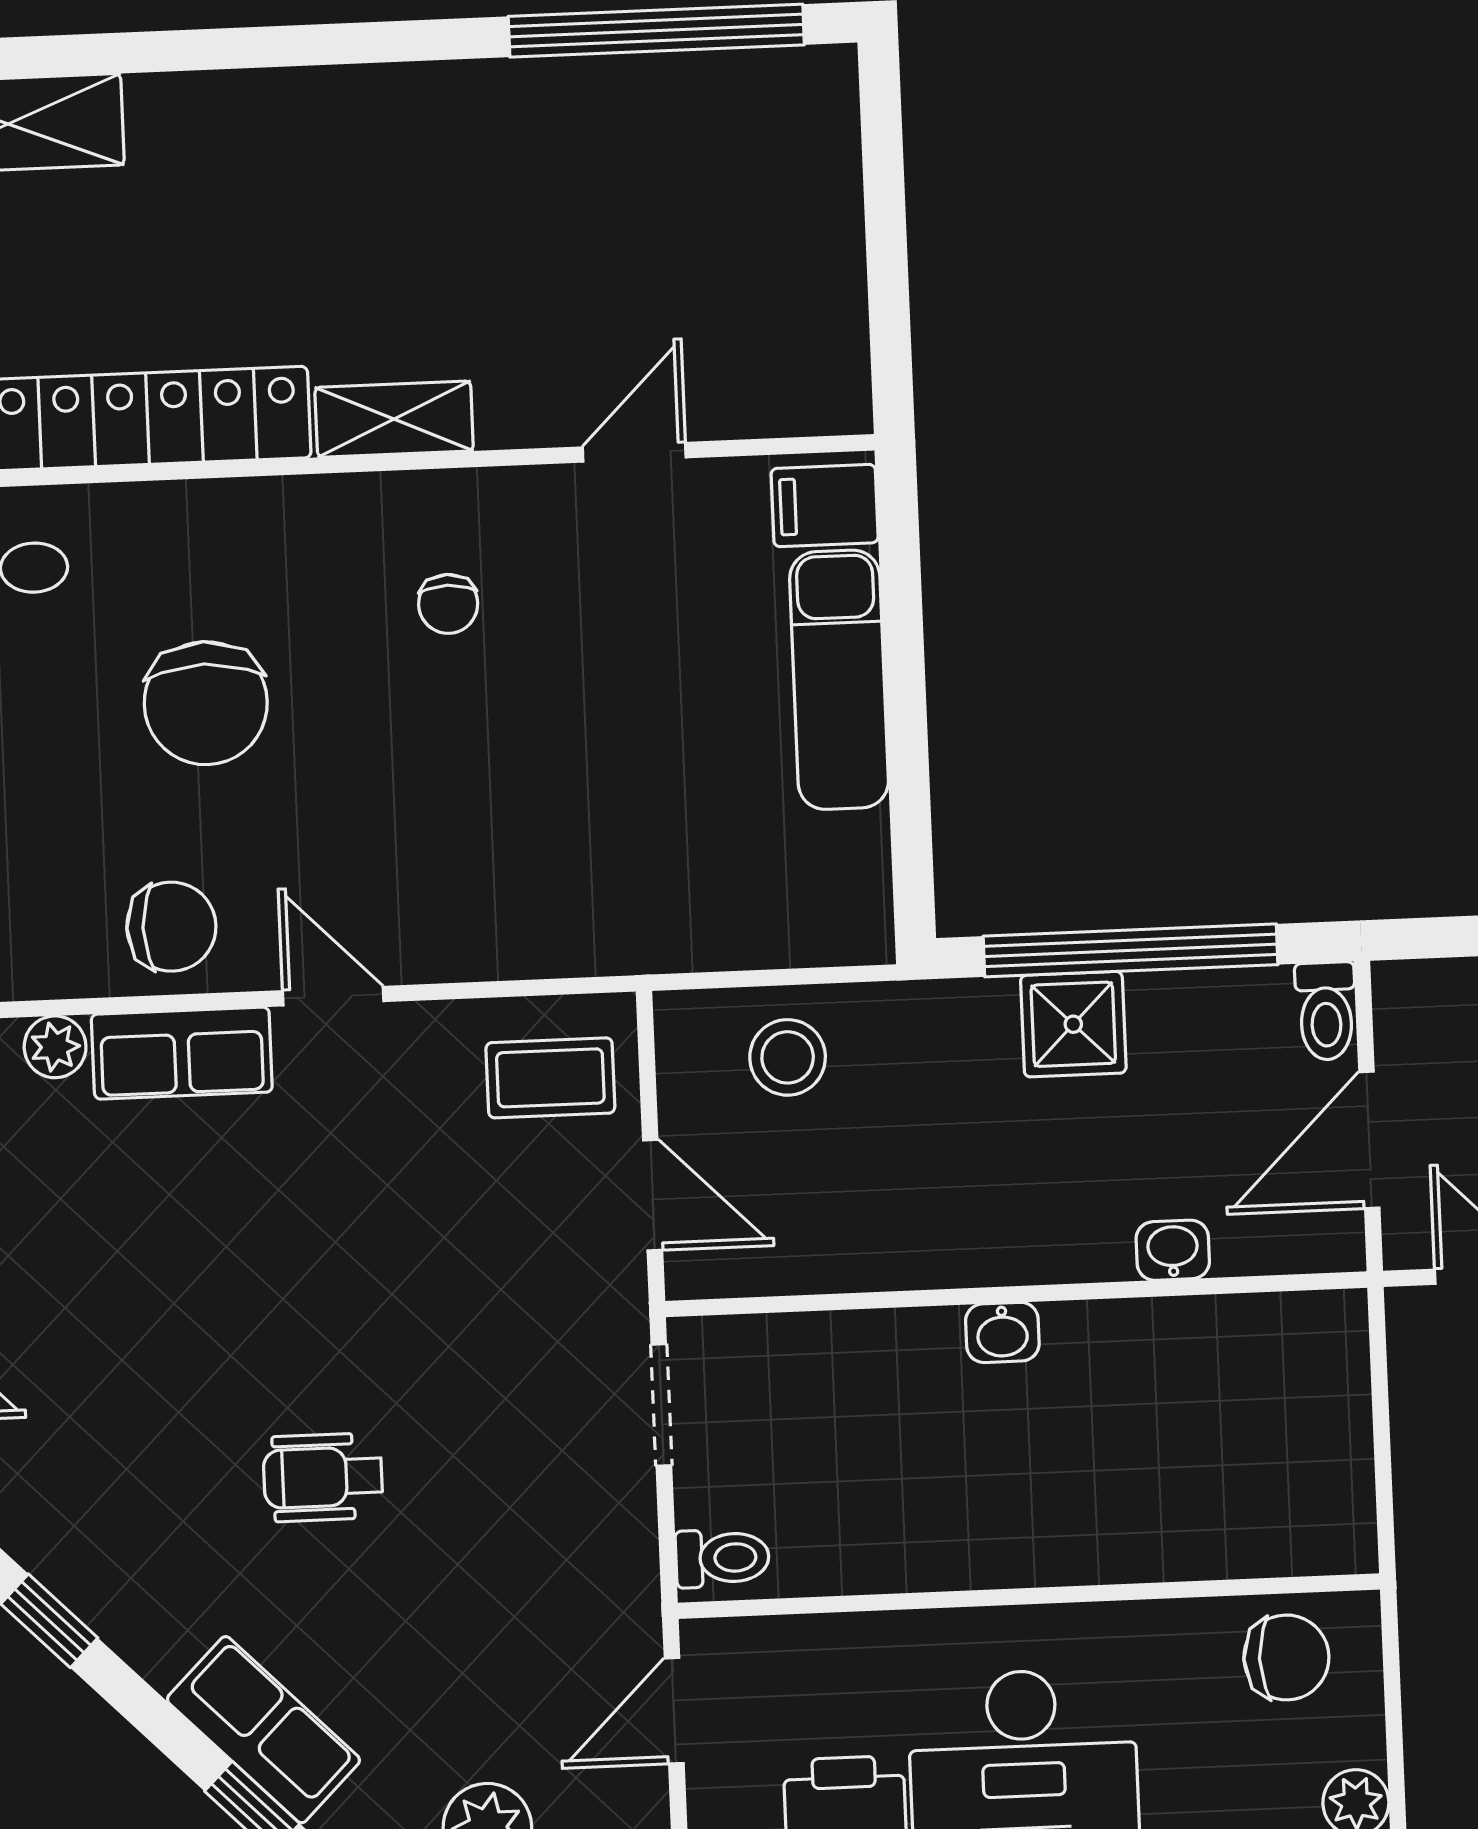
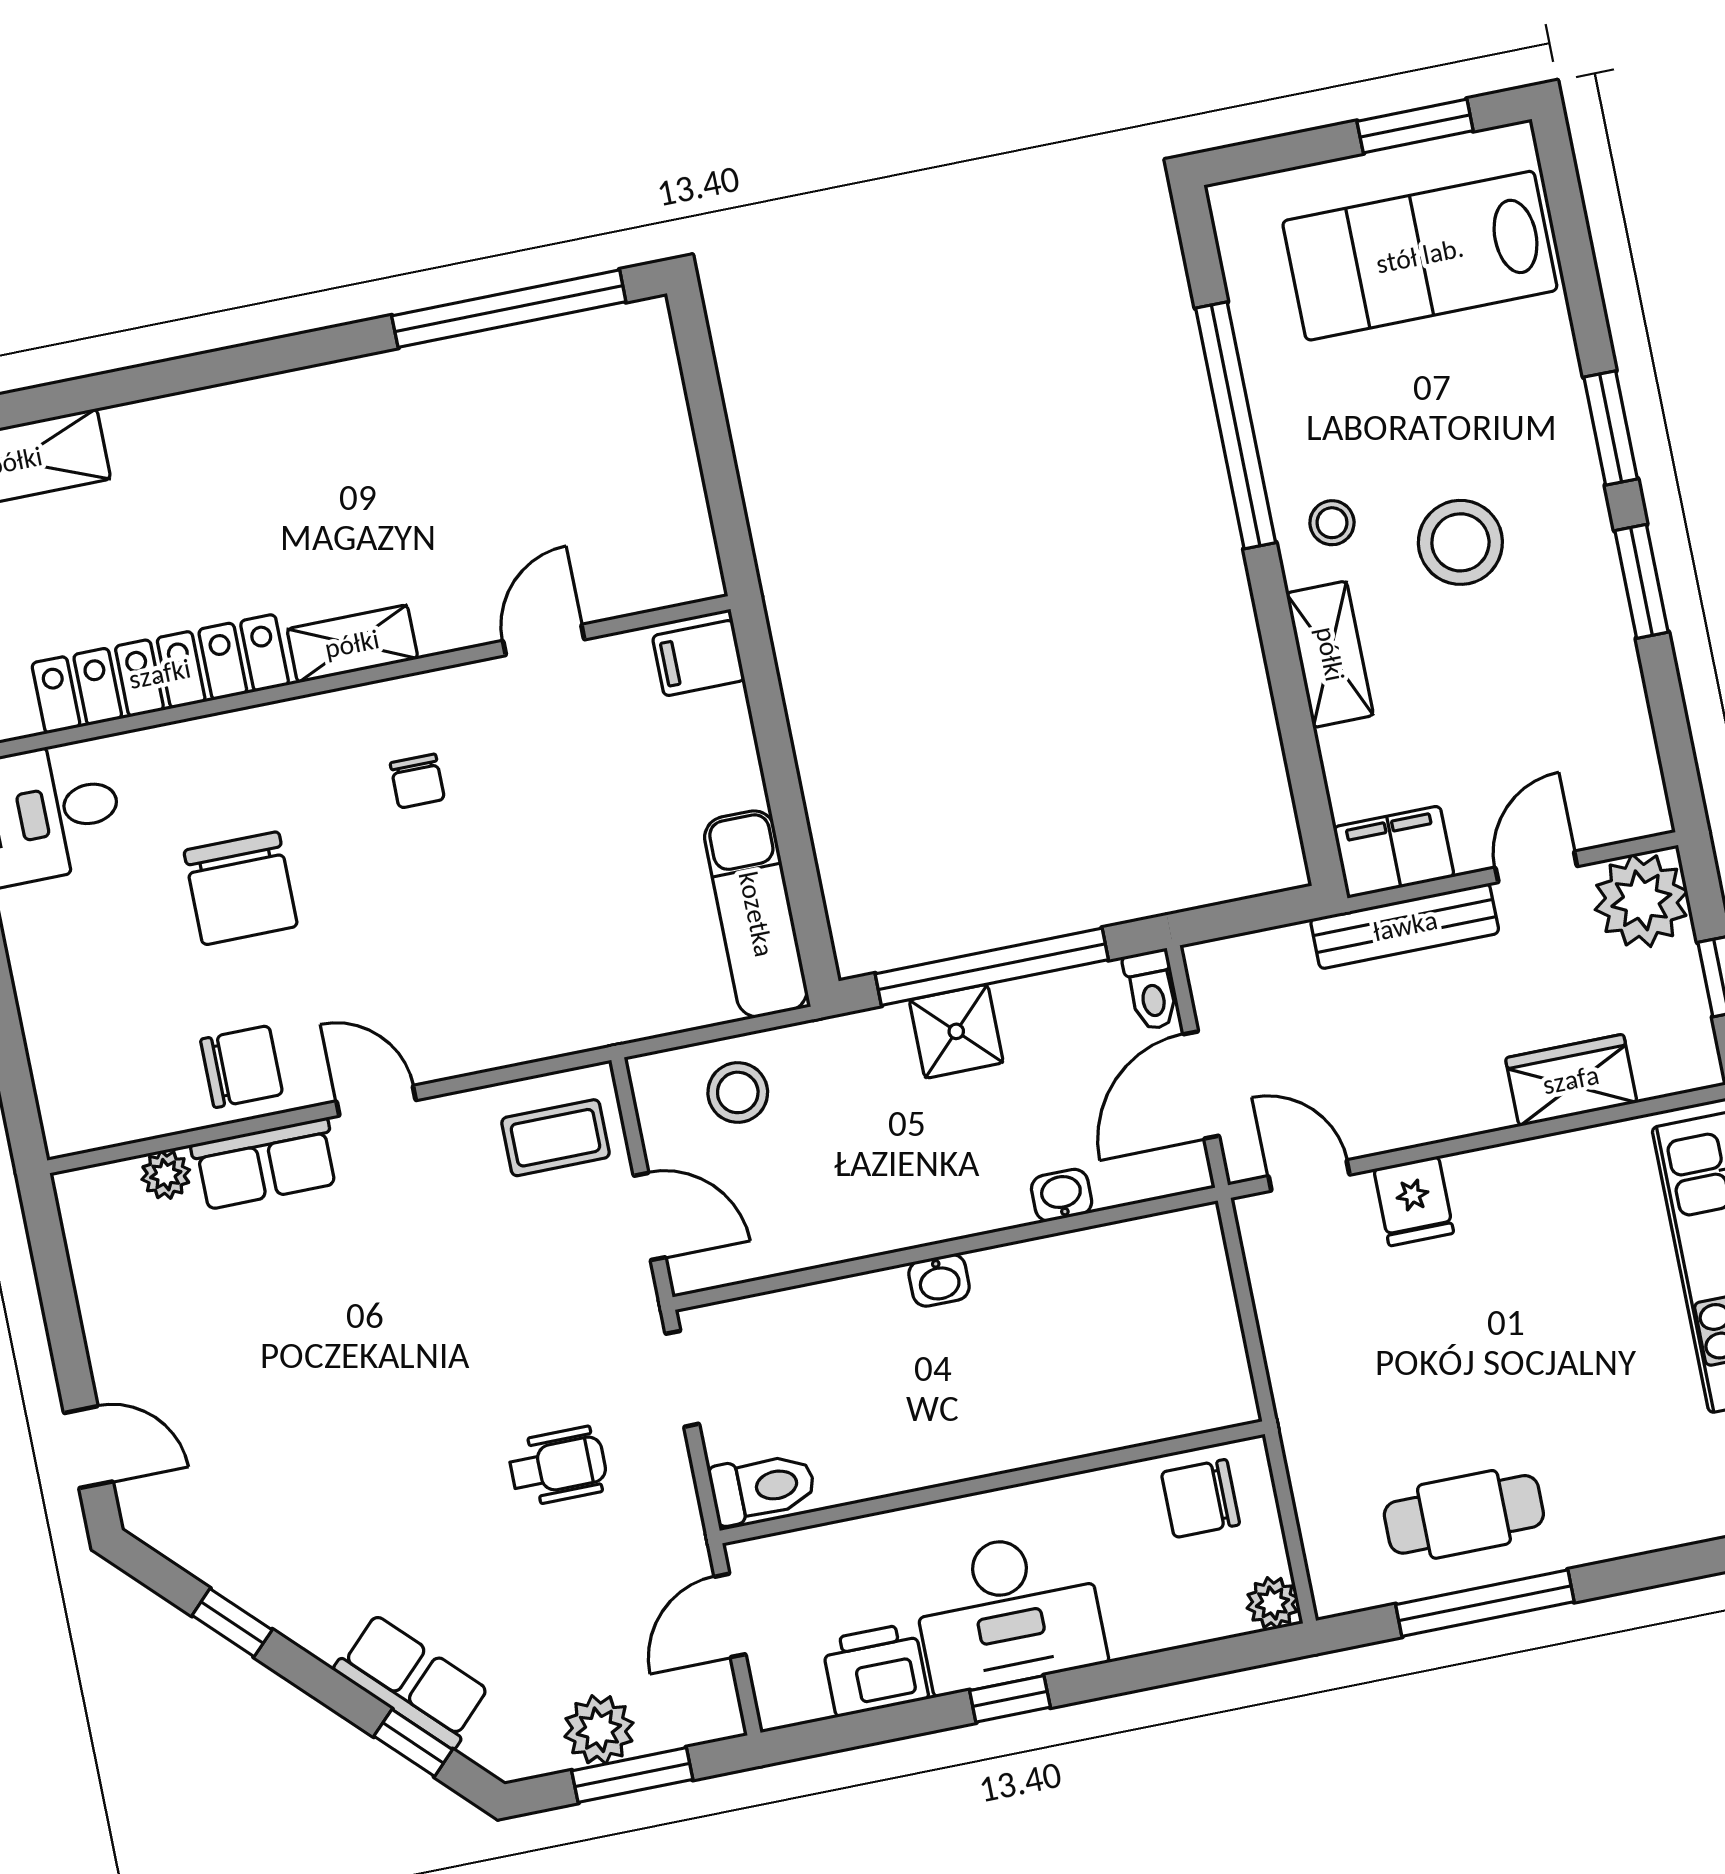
exam couch: (839, 680) -> (756, 914), moved
wheelchair: (323, 1477) -> (558, 1466), moved, turned 180
toilet: (722, 1558) -> (763, 1488), width x1.37, depth x1.39
chair: (1286, 1657) -> (1200, 1498), turned 180

